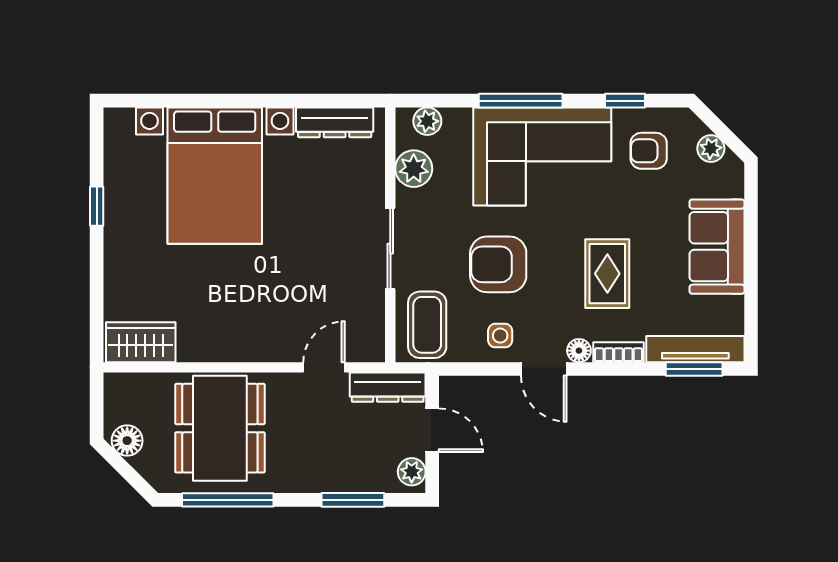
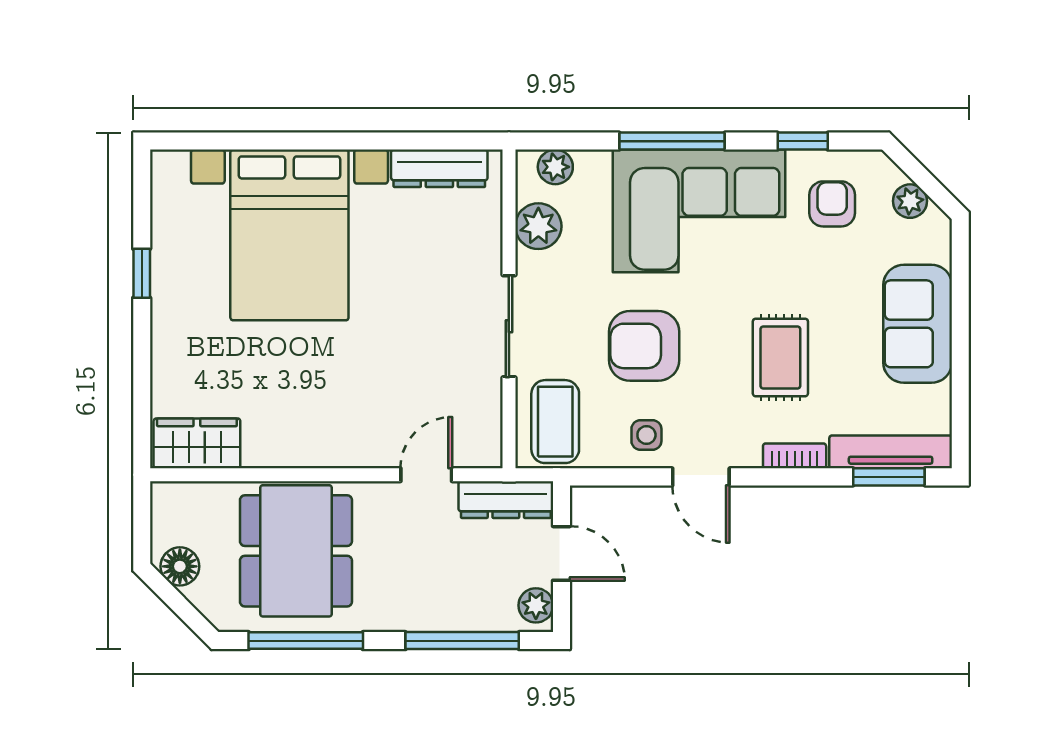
armchair: (649, 151) -> (832, 204), turned 90
floor lamp: (579, 351) -> (745, 454), removed
window: (353, 500) -> (462, 641), width x1.44

